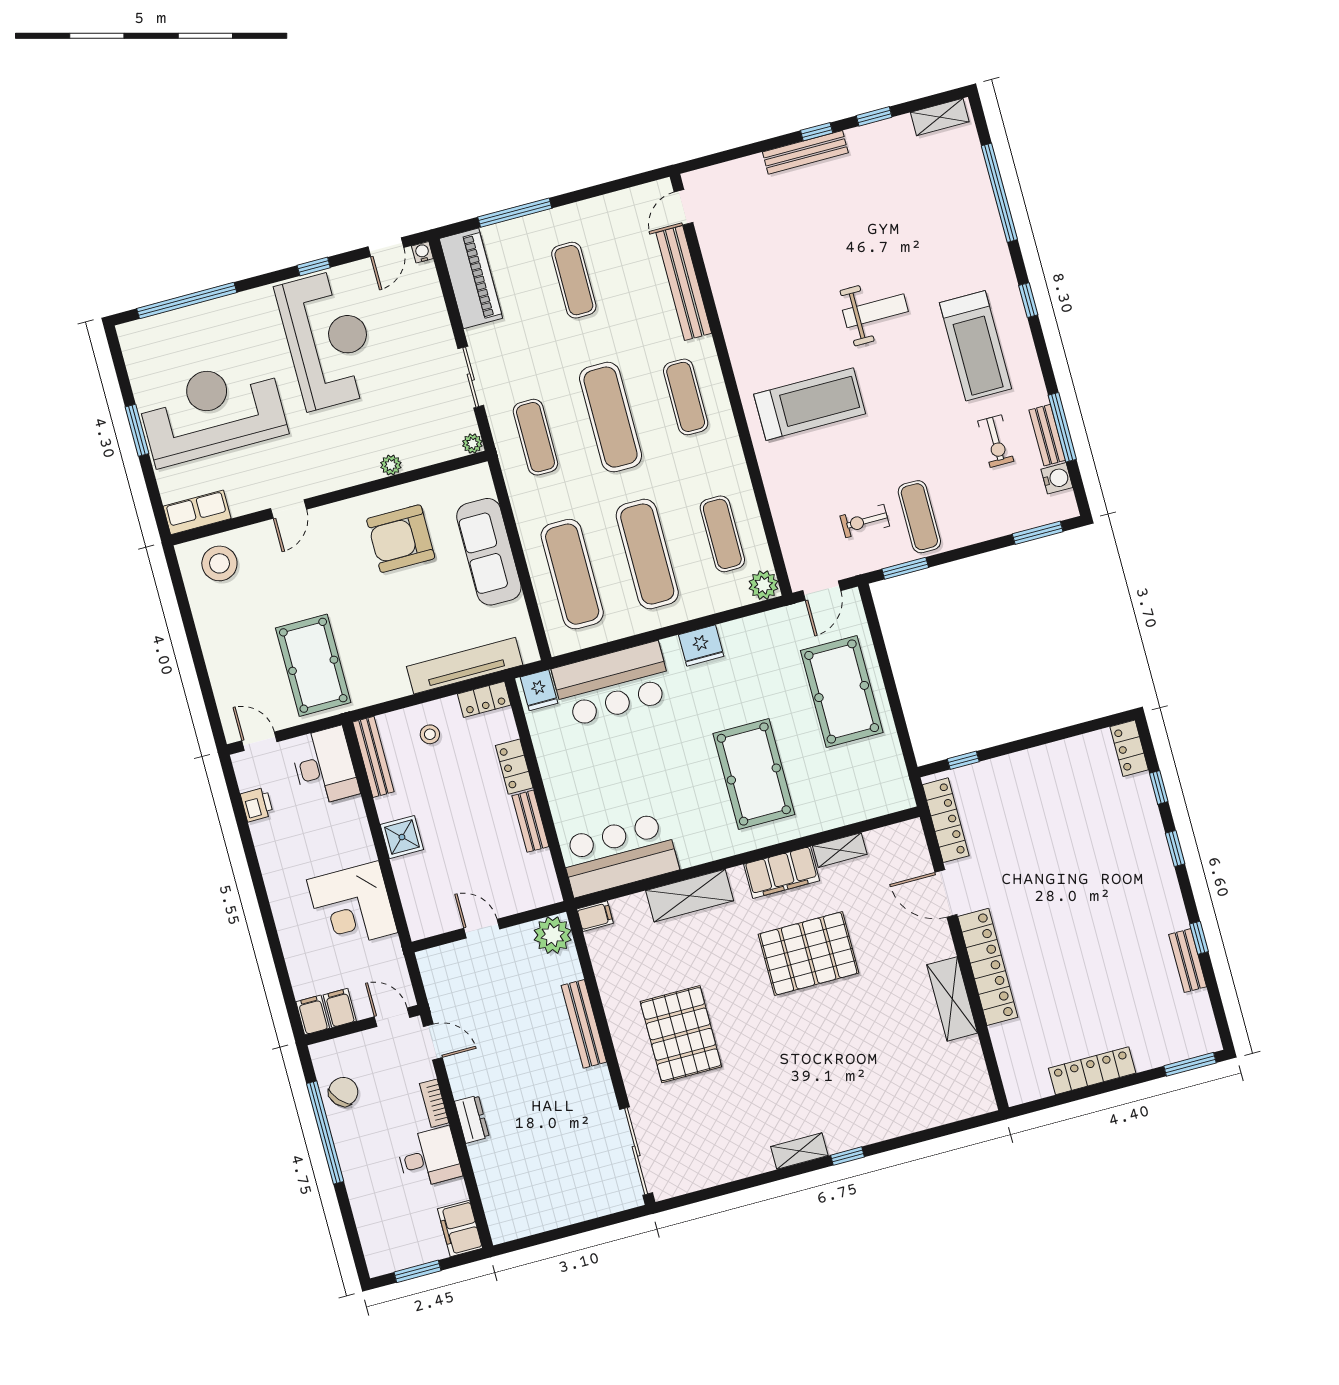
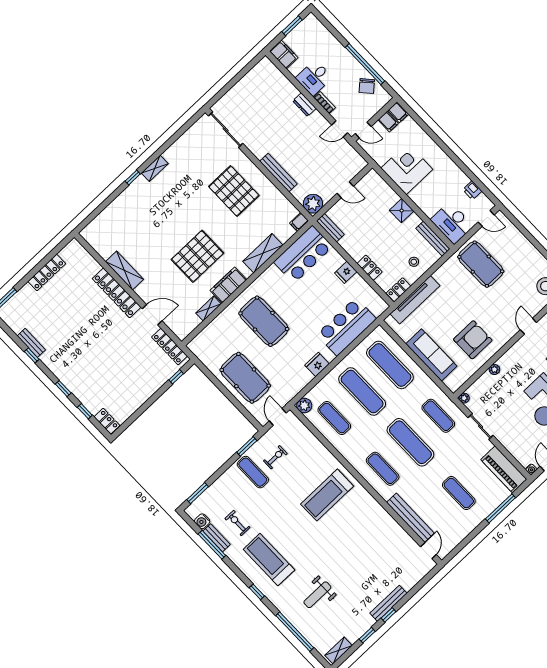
weight bench: (875, 311) -> (317, 595), moved
fridge: (539, 690) -> (346, 272), moved, turned -90
bench: (530, 821) -> (330, 228), moved

